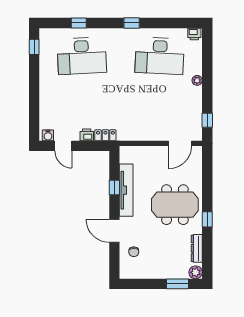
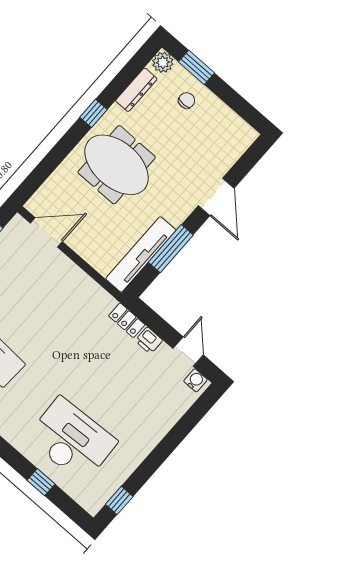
window: (114, 187) -> (171, 249), width x2.17
tv unit: (126, 190) -> (141, 254), moved
chair: (134, 252) -> (187, 100), moved

